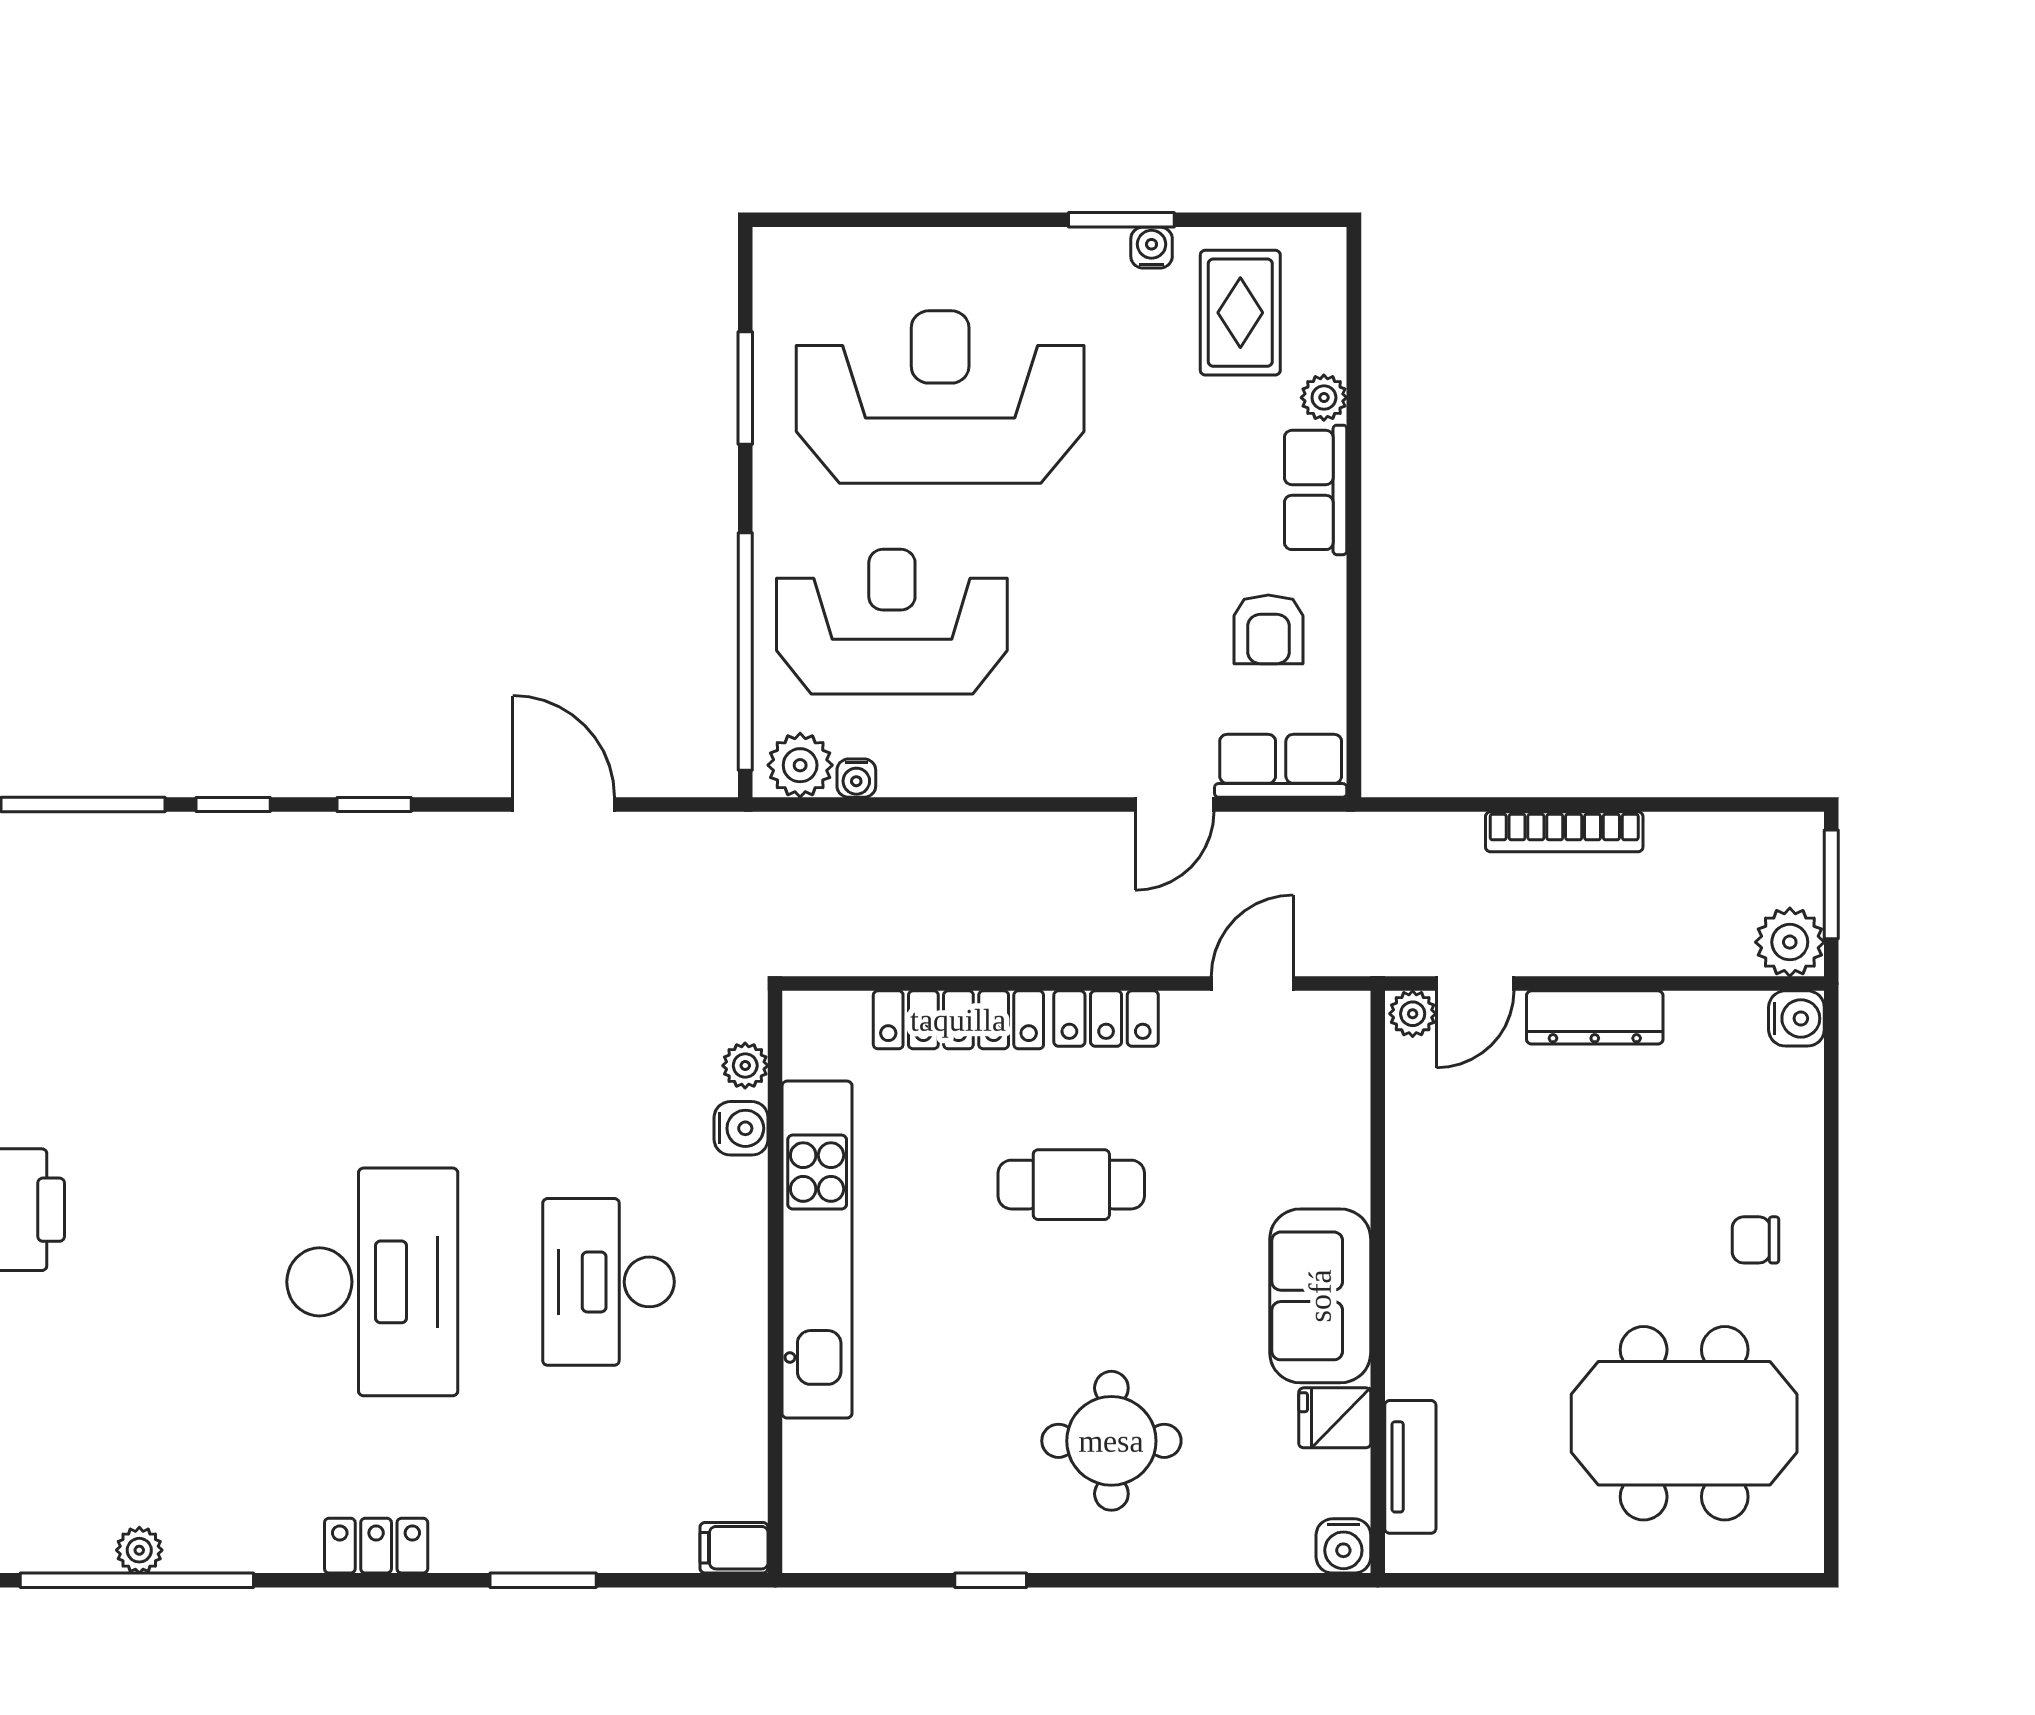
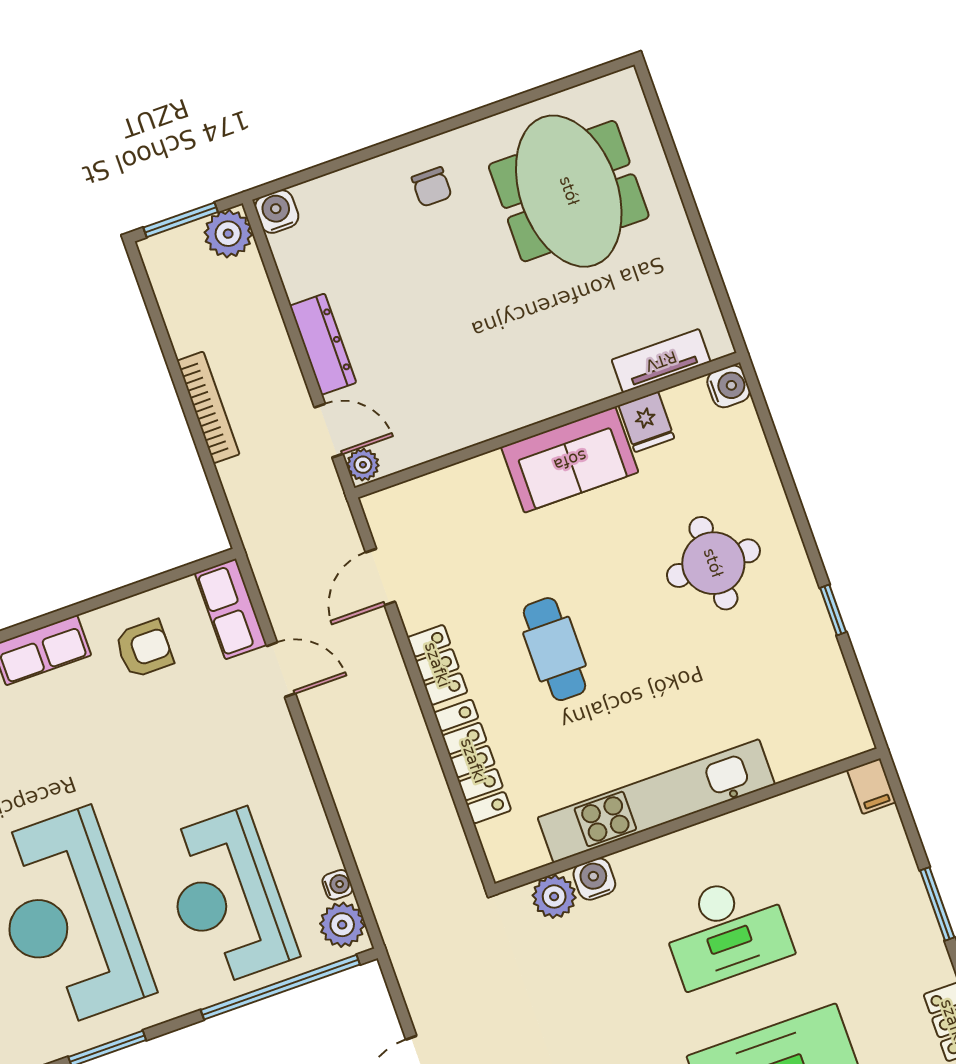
door: (1252, 984) -> (380, 577), hinge flipped
plant: (745, 1066) -> (554, 896), width x1.38, depth x1.38

